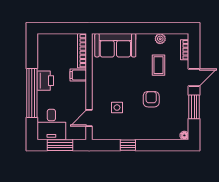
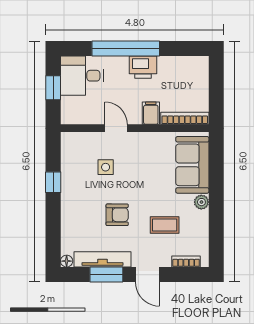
plant: (160, 39) -> (201, 202), moved
tv unit: (183, 110) -> (102, 259), added
door: (89, 118) -> (116, 128), moved
window: (60, 145) -> (53, 88), width x0.67

